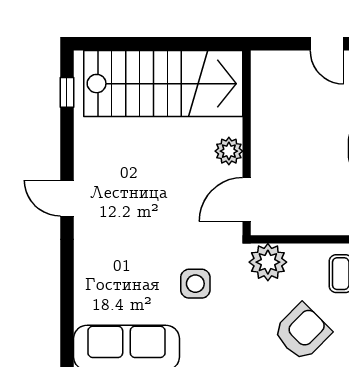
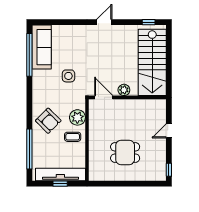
plant: (268, 262) -> (77, 117), moved

